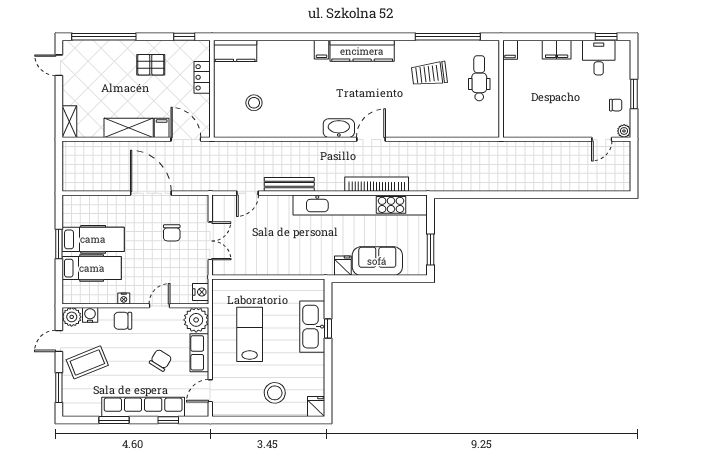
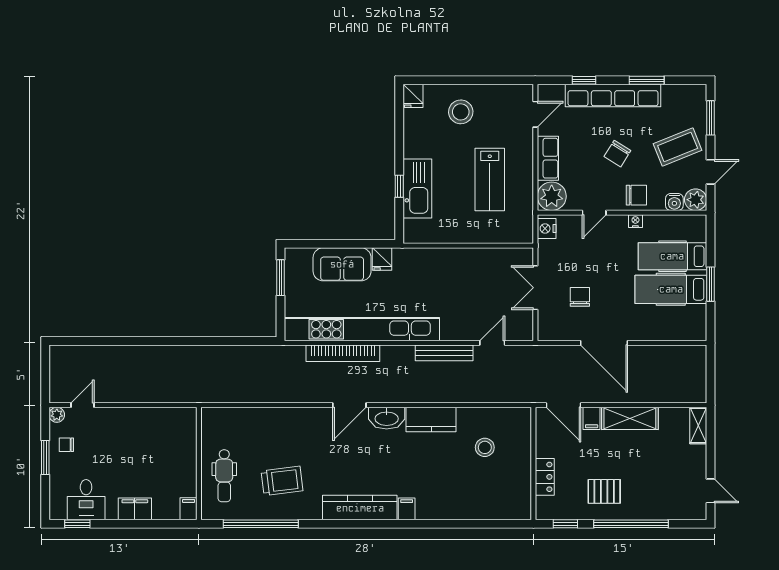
window: (104, 37) -> (631, 524), moved
kitchen counter: (235, 51) -> (431, 420), moved, turned 180
chair: (161, 360) -> (617, 154), moved

